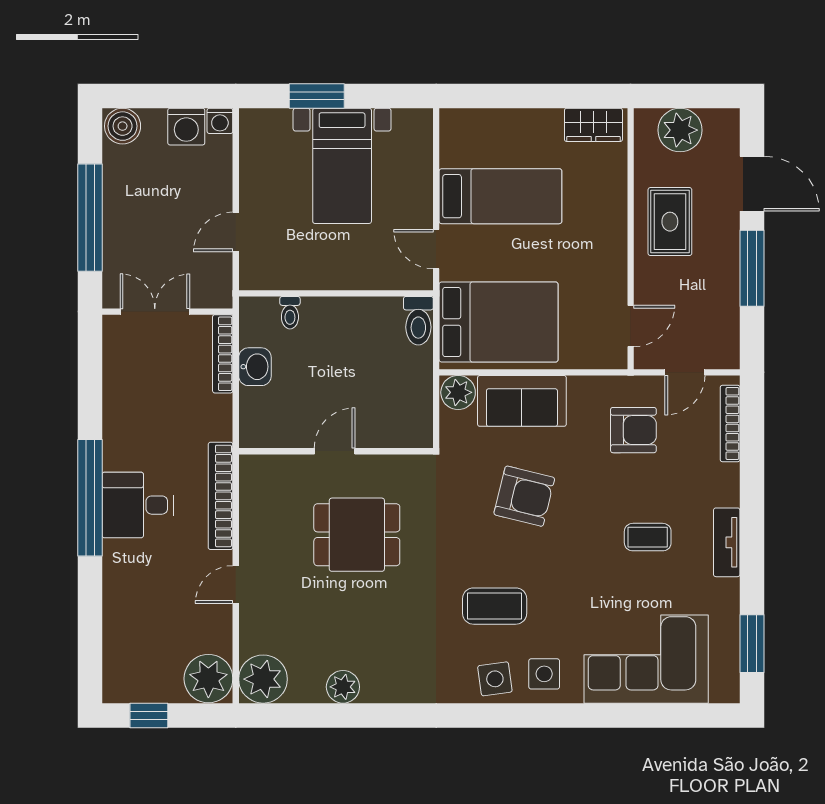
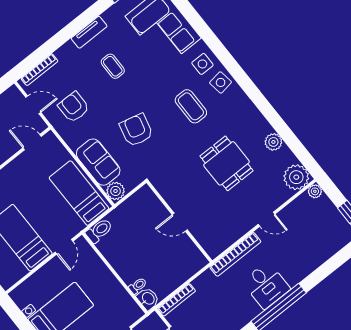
bed: (499, 322) -> (79, 193), width x0.67
washbasin: (255, 367) -> (148, 299), moved, turned 90
dining table: (357, 535) -> (227, 163), moved
plant: (208, 679) -> (315, 191), width x0.53, depth x0.53

